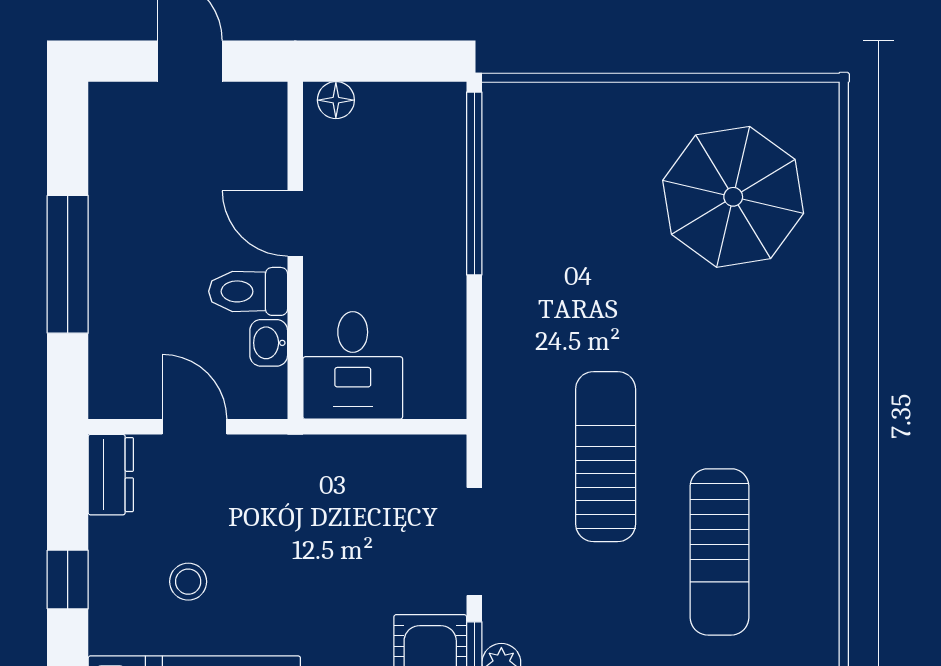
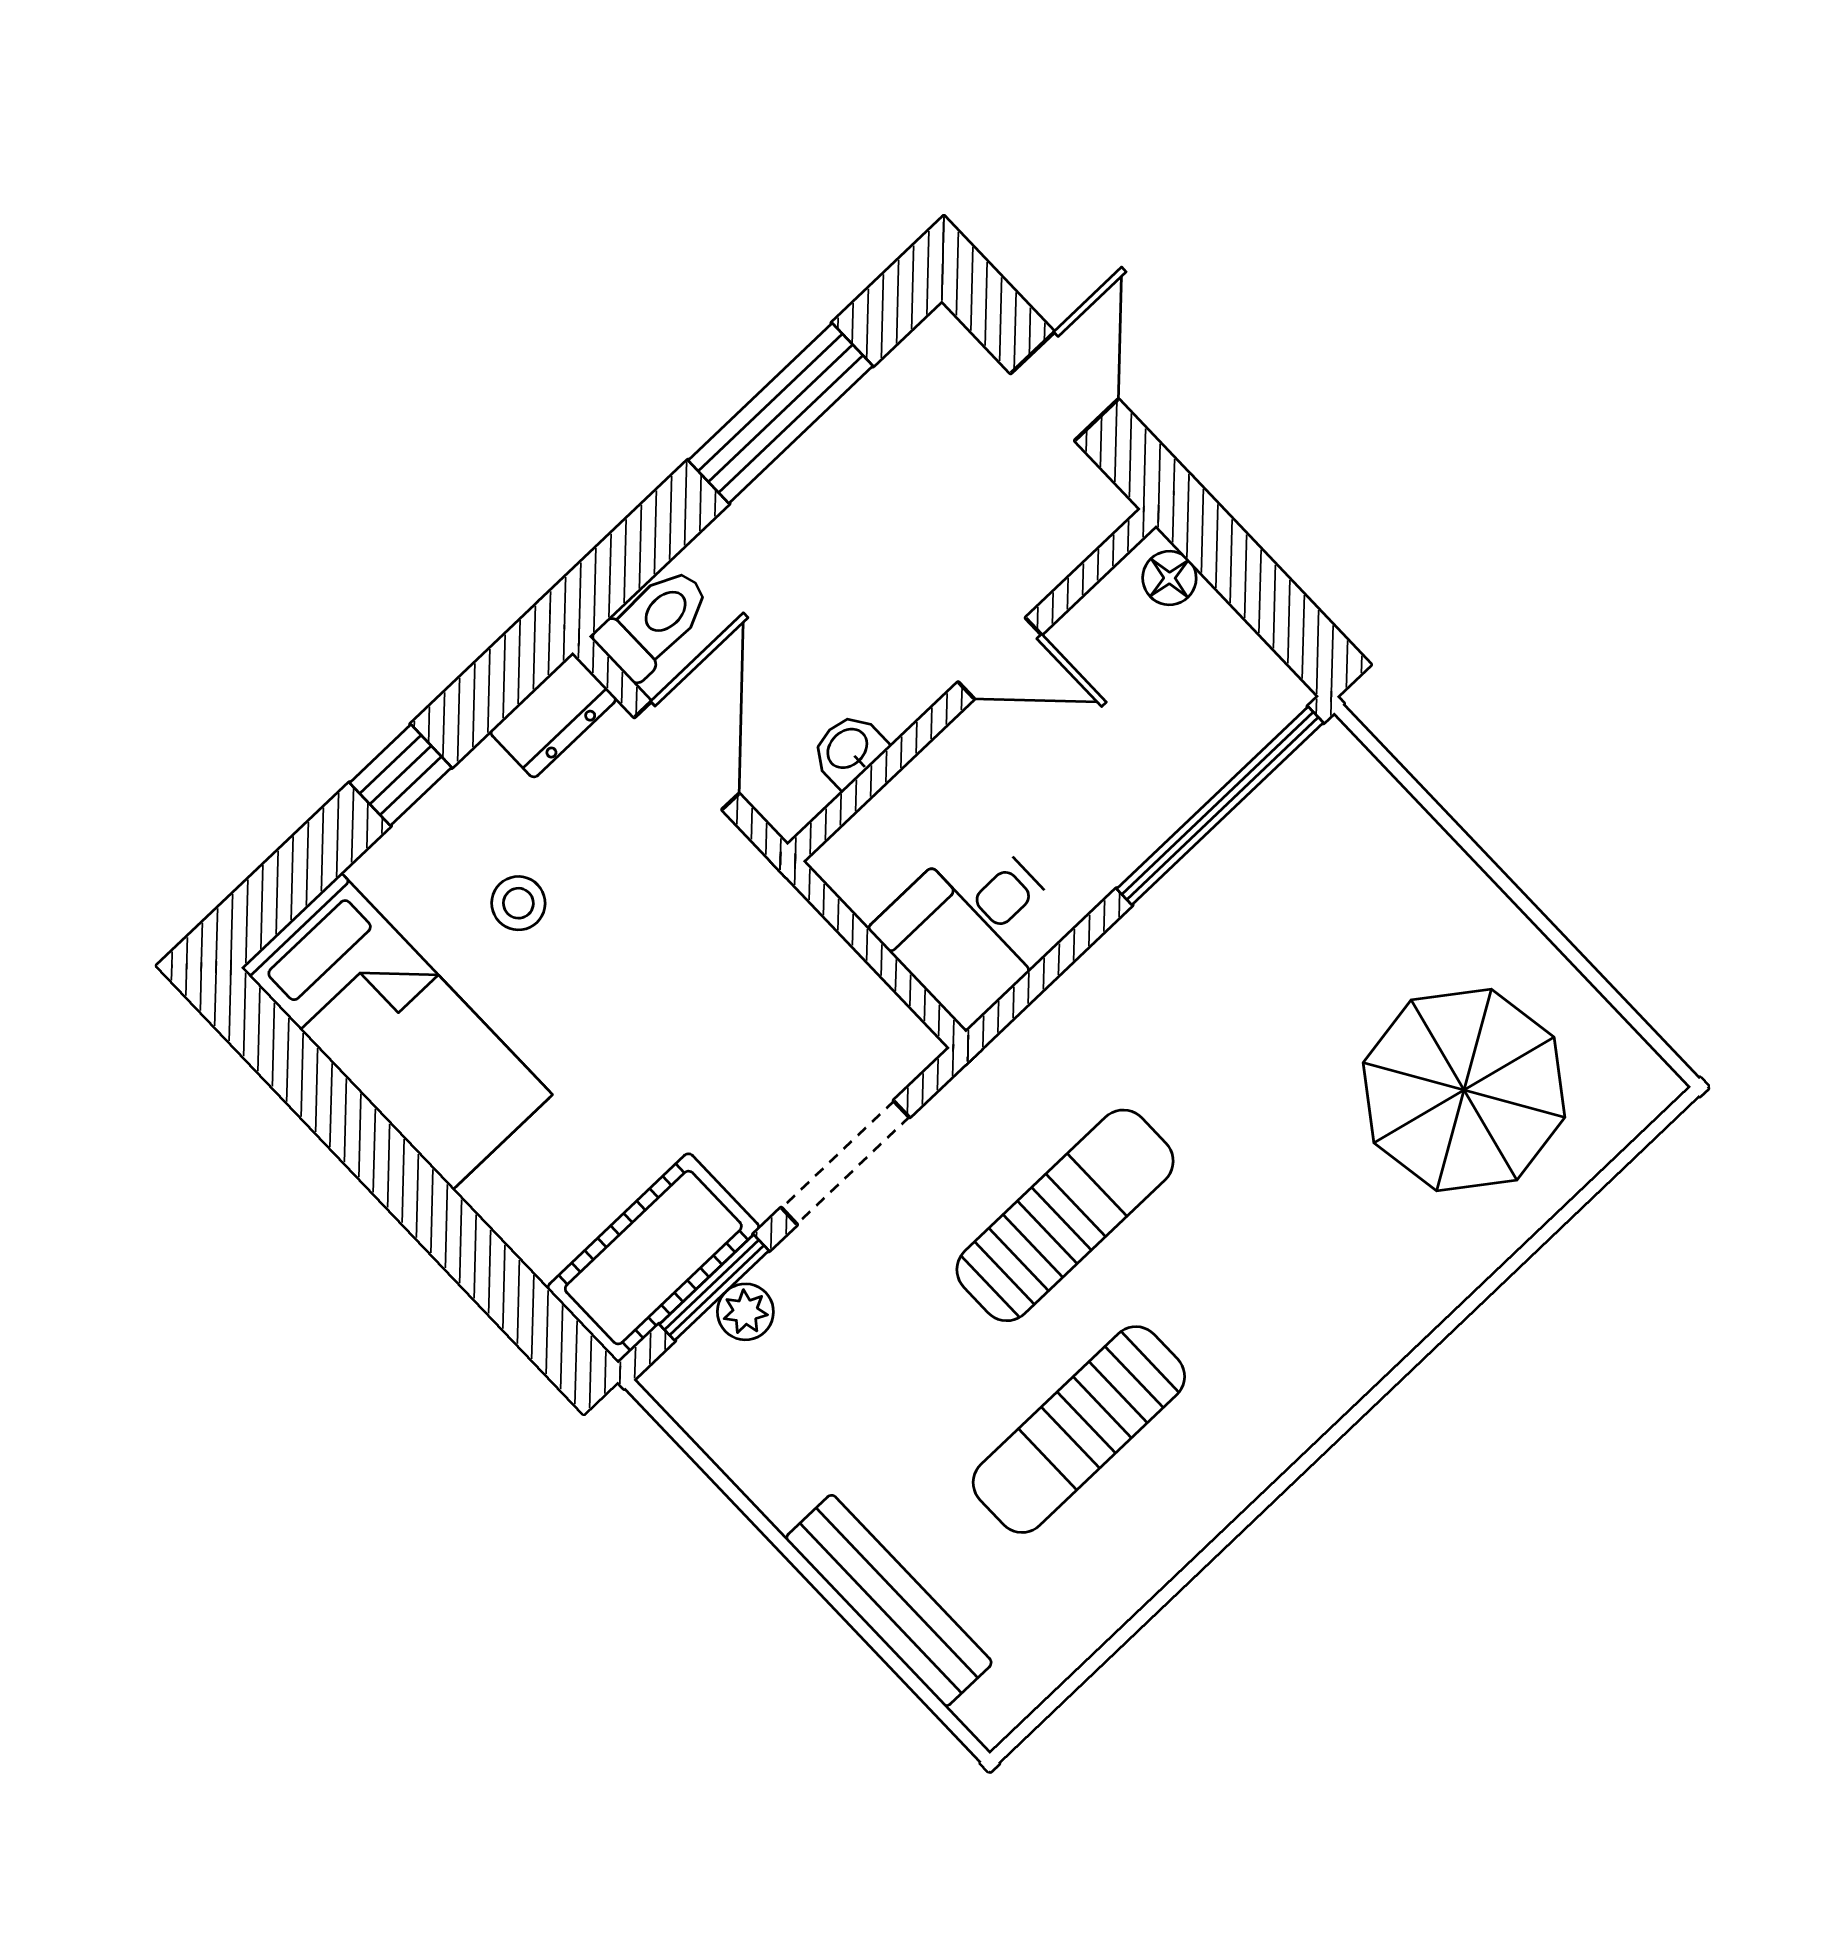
door: (295, 223) -> (1000, 658), swing flipped
window: (68, 264) -> (781, 413), moved
toilet: (248, 291) -> (654, 622), moved, turned 90
desk: (353, 365) -> (972, 927), moved
door: (194, 427) -> (687, 755), width x1.38

